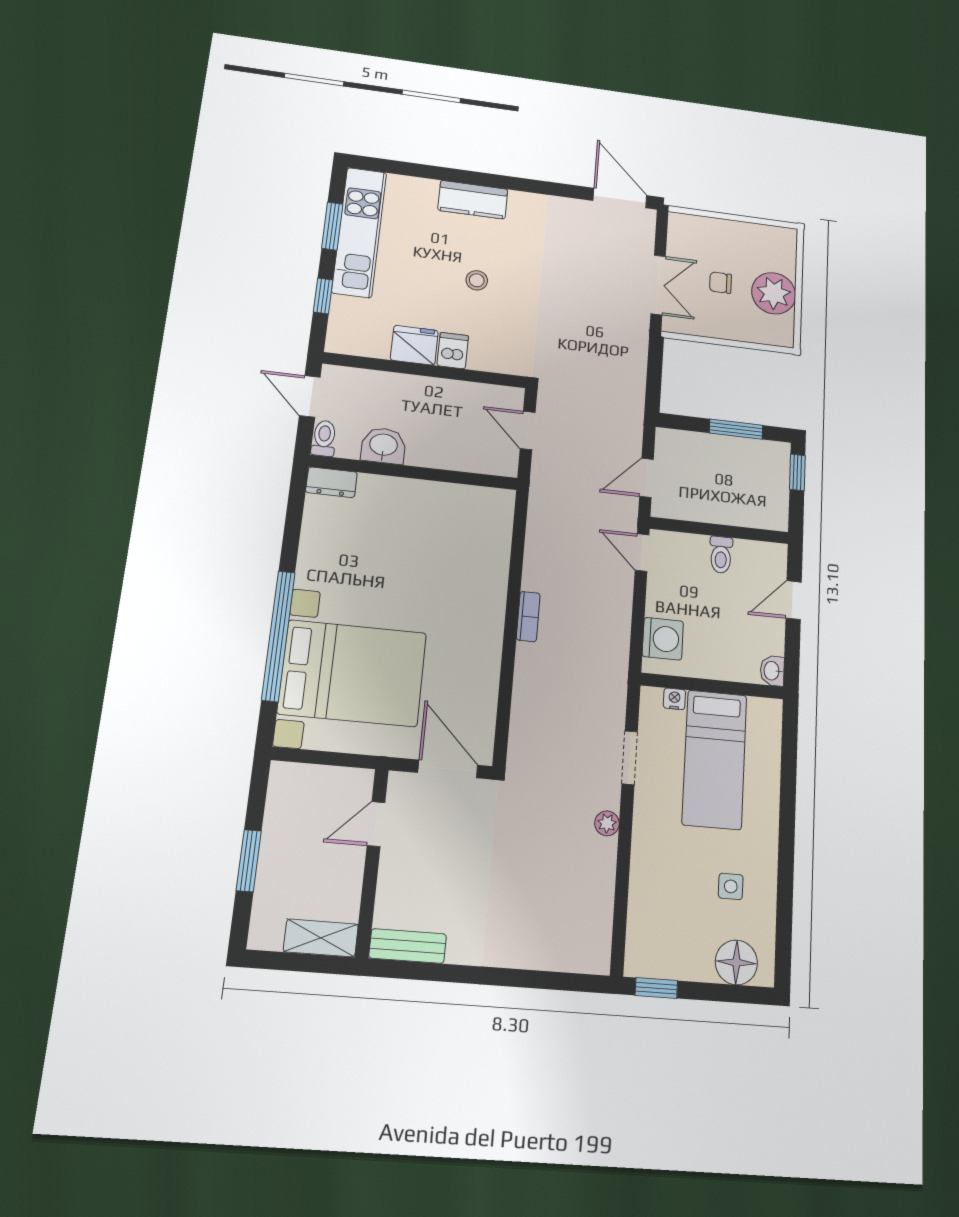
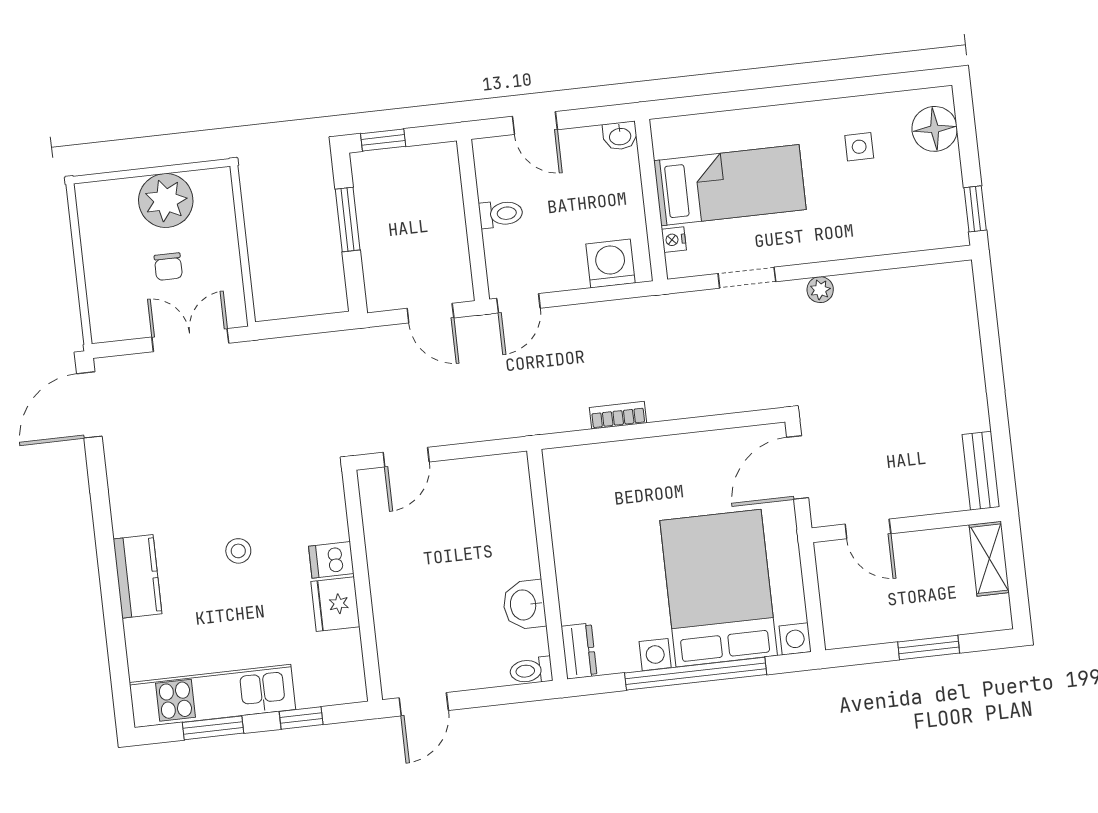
toilet: (324, 438) -> (531, 671), moved
washbasin: (383, 446) -> (524, 605), moved
wall: (414, 472) -> (547, 565), moved
dresser: (331, 482) -> (579, 651), moved

